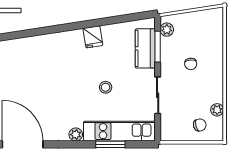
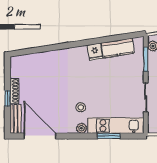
kitchen counter: (145, 48) -> (118, 48), moved, turned -99
stool: (106, 87) -> (81, 107), moved

